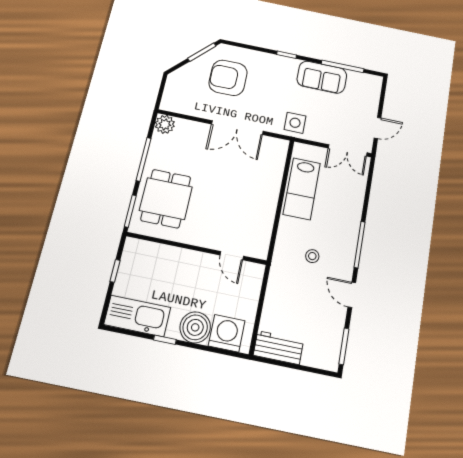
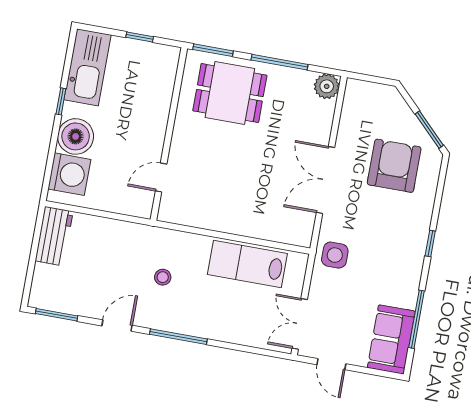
sofa: (322, 77) -> (391, 339), moved

